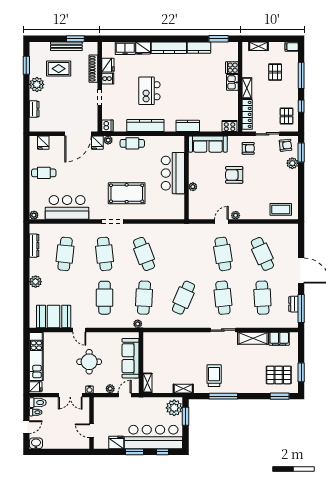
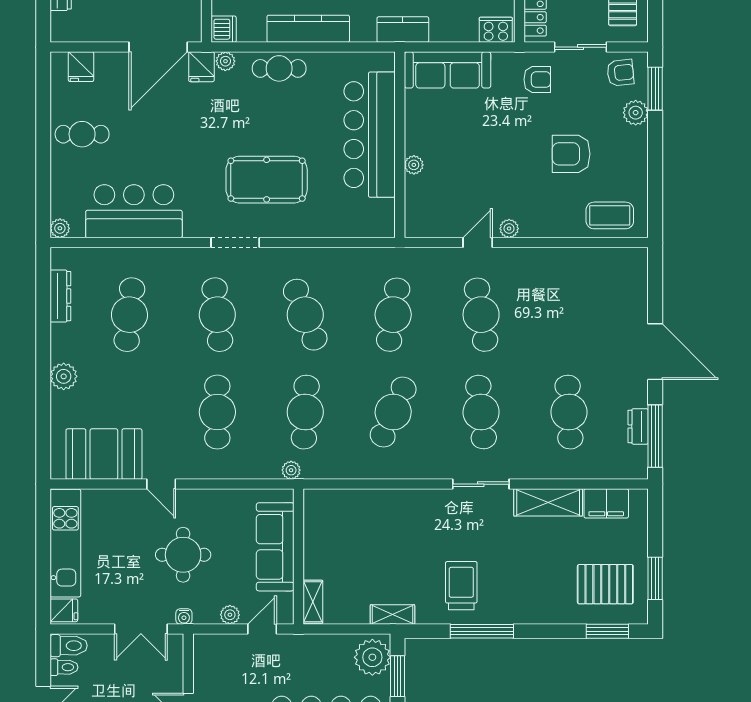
bar counter: (173, 173) -> (370, 135), width x1.36
armchair: (234, 175) -> (571, 154), moved
cafe table: (262, 254) -> (393, 315), moved, turned 33

